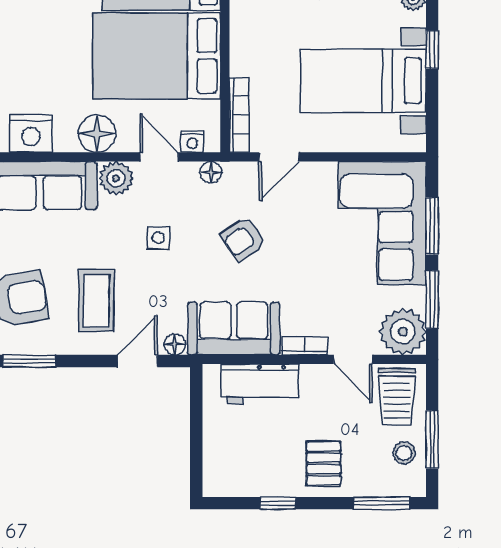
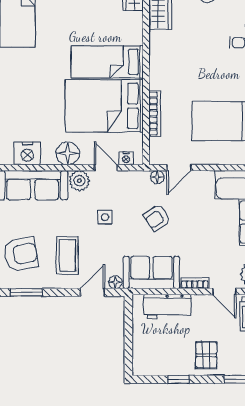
bookcase: (239, 115) -> (155, 113), moved
floor lamp: (211, 172) -> (157, 177), moved

